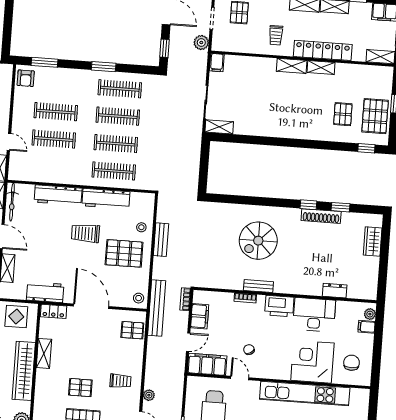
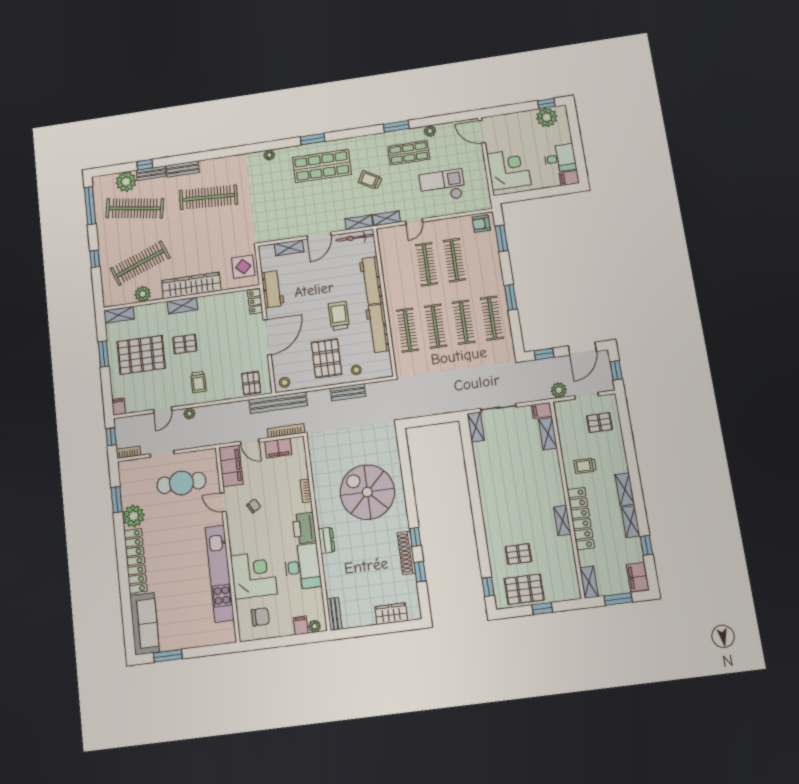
shelving: (292, 66) -> (548, 434), moved
spiral stairs: (258, 241) -> (367, 492), width x1.37, depth x1.37
bench: (258, 286) -> (334, 614), moved
dresser: (335, 291) -> (326, 540), moved
bookcase: (185, 299) -> (286, 431), width x1.56
shelving: (44, 353) -> (182, 305), moved
door: (240, 378) -> (223, 502), swing flipped
pallet: (80, 388) -> (185, 344), turned 90

